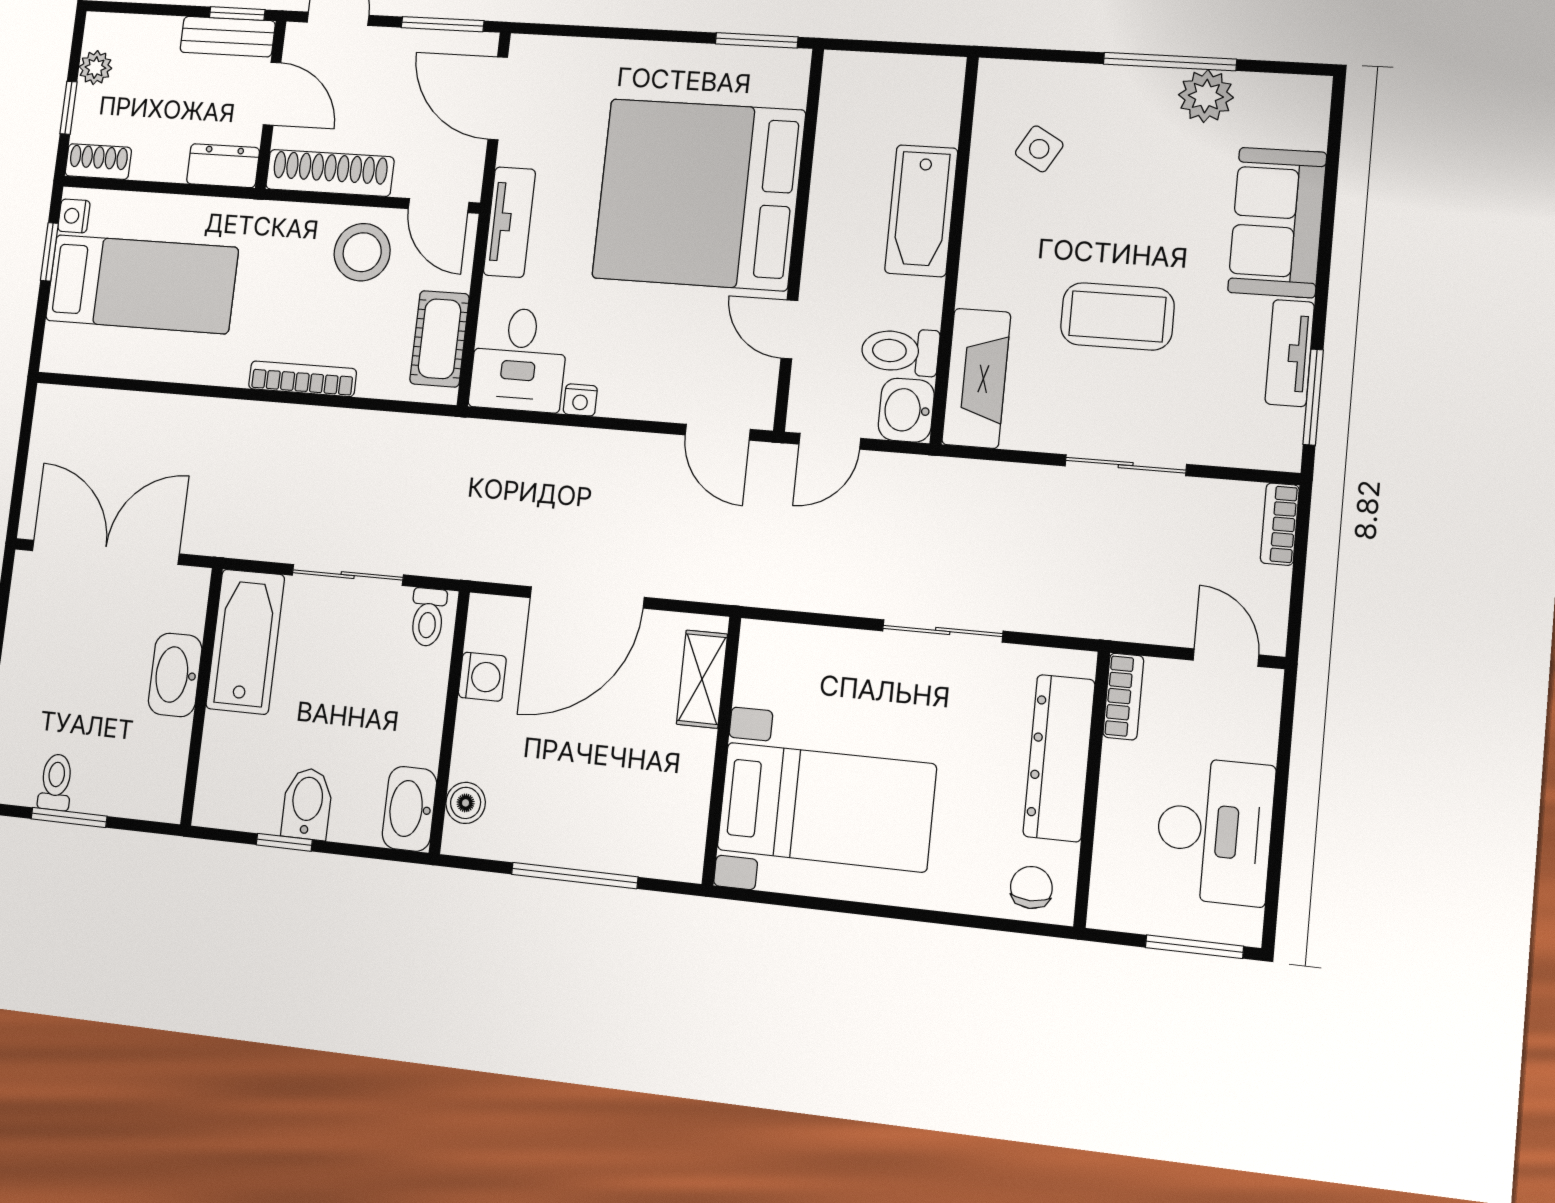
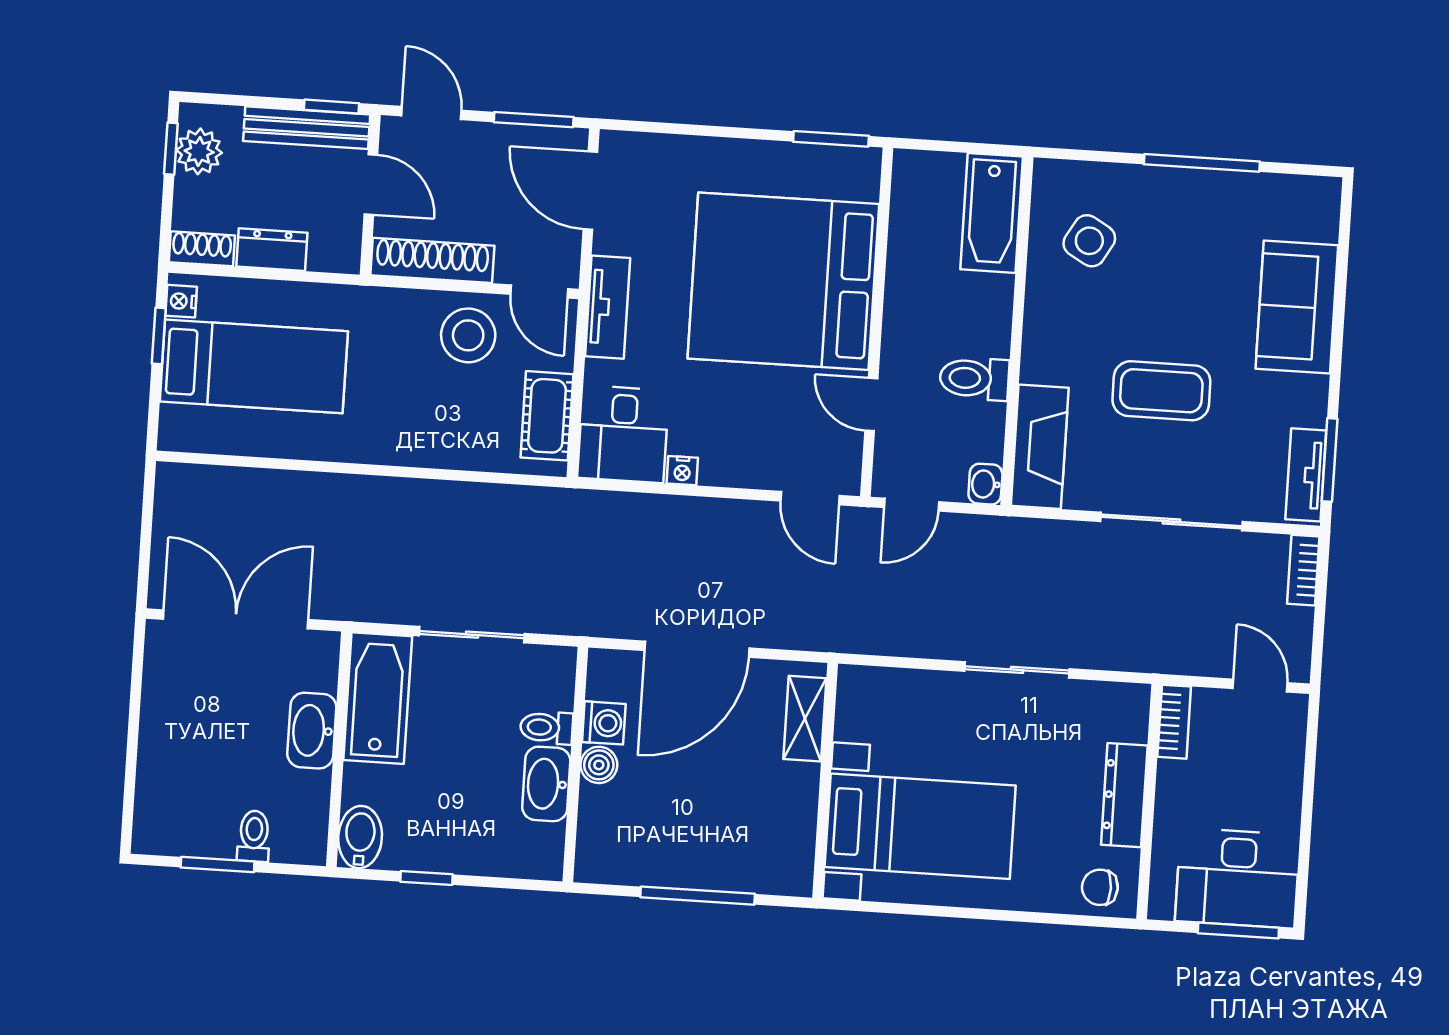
bench: (228, 37) -> (307, 128), width x1.36
plant: (95, 68) -> (199, 151), width x1.38, depth x1.38
plant: (1206, 96) -> (1234, 194), removed
window: (68, 108) -> (171, 149), moved
side table: (1039, 149) -> (1089, 241), width x1.37, depth x1.37
dresser: (223, 166) -> (272, 250), moved
bathtub: (921, 211) -> (992, 213), moved
toilet: (900, 351) -> (974, 378), moved
tv unit: (1290, 353) -> (1306, 475), moved
bookcase: (302, 379) -> (418, 454), removed
washbasin: (906, 410) -> (985, 484), width x0.72, depth x0.69
sliding door: (1126, 465) -> (1172, 522), width x1.37
toilet: (428, 617) -> (547, 728), moved, turned 90
dresser: (1059, 758) -> (1124, 795), width x0.73, depth x0.80
toilet: (56, 782) -> (254, 836), moved
boiler: (466, 803) -> (599, 765), moved
bidet: (307, 804) -> (360, 837), moved
washbasin: (409, 809) -> (546, 784), moved
desk: (1214, 831) -> (1237, 878), moved, turned 90
chair: (1031, 887) -> (1100, 887), turned -90

